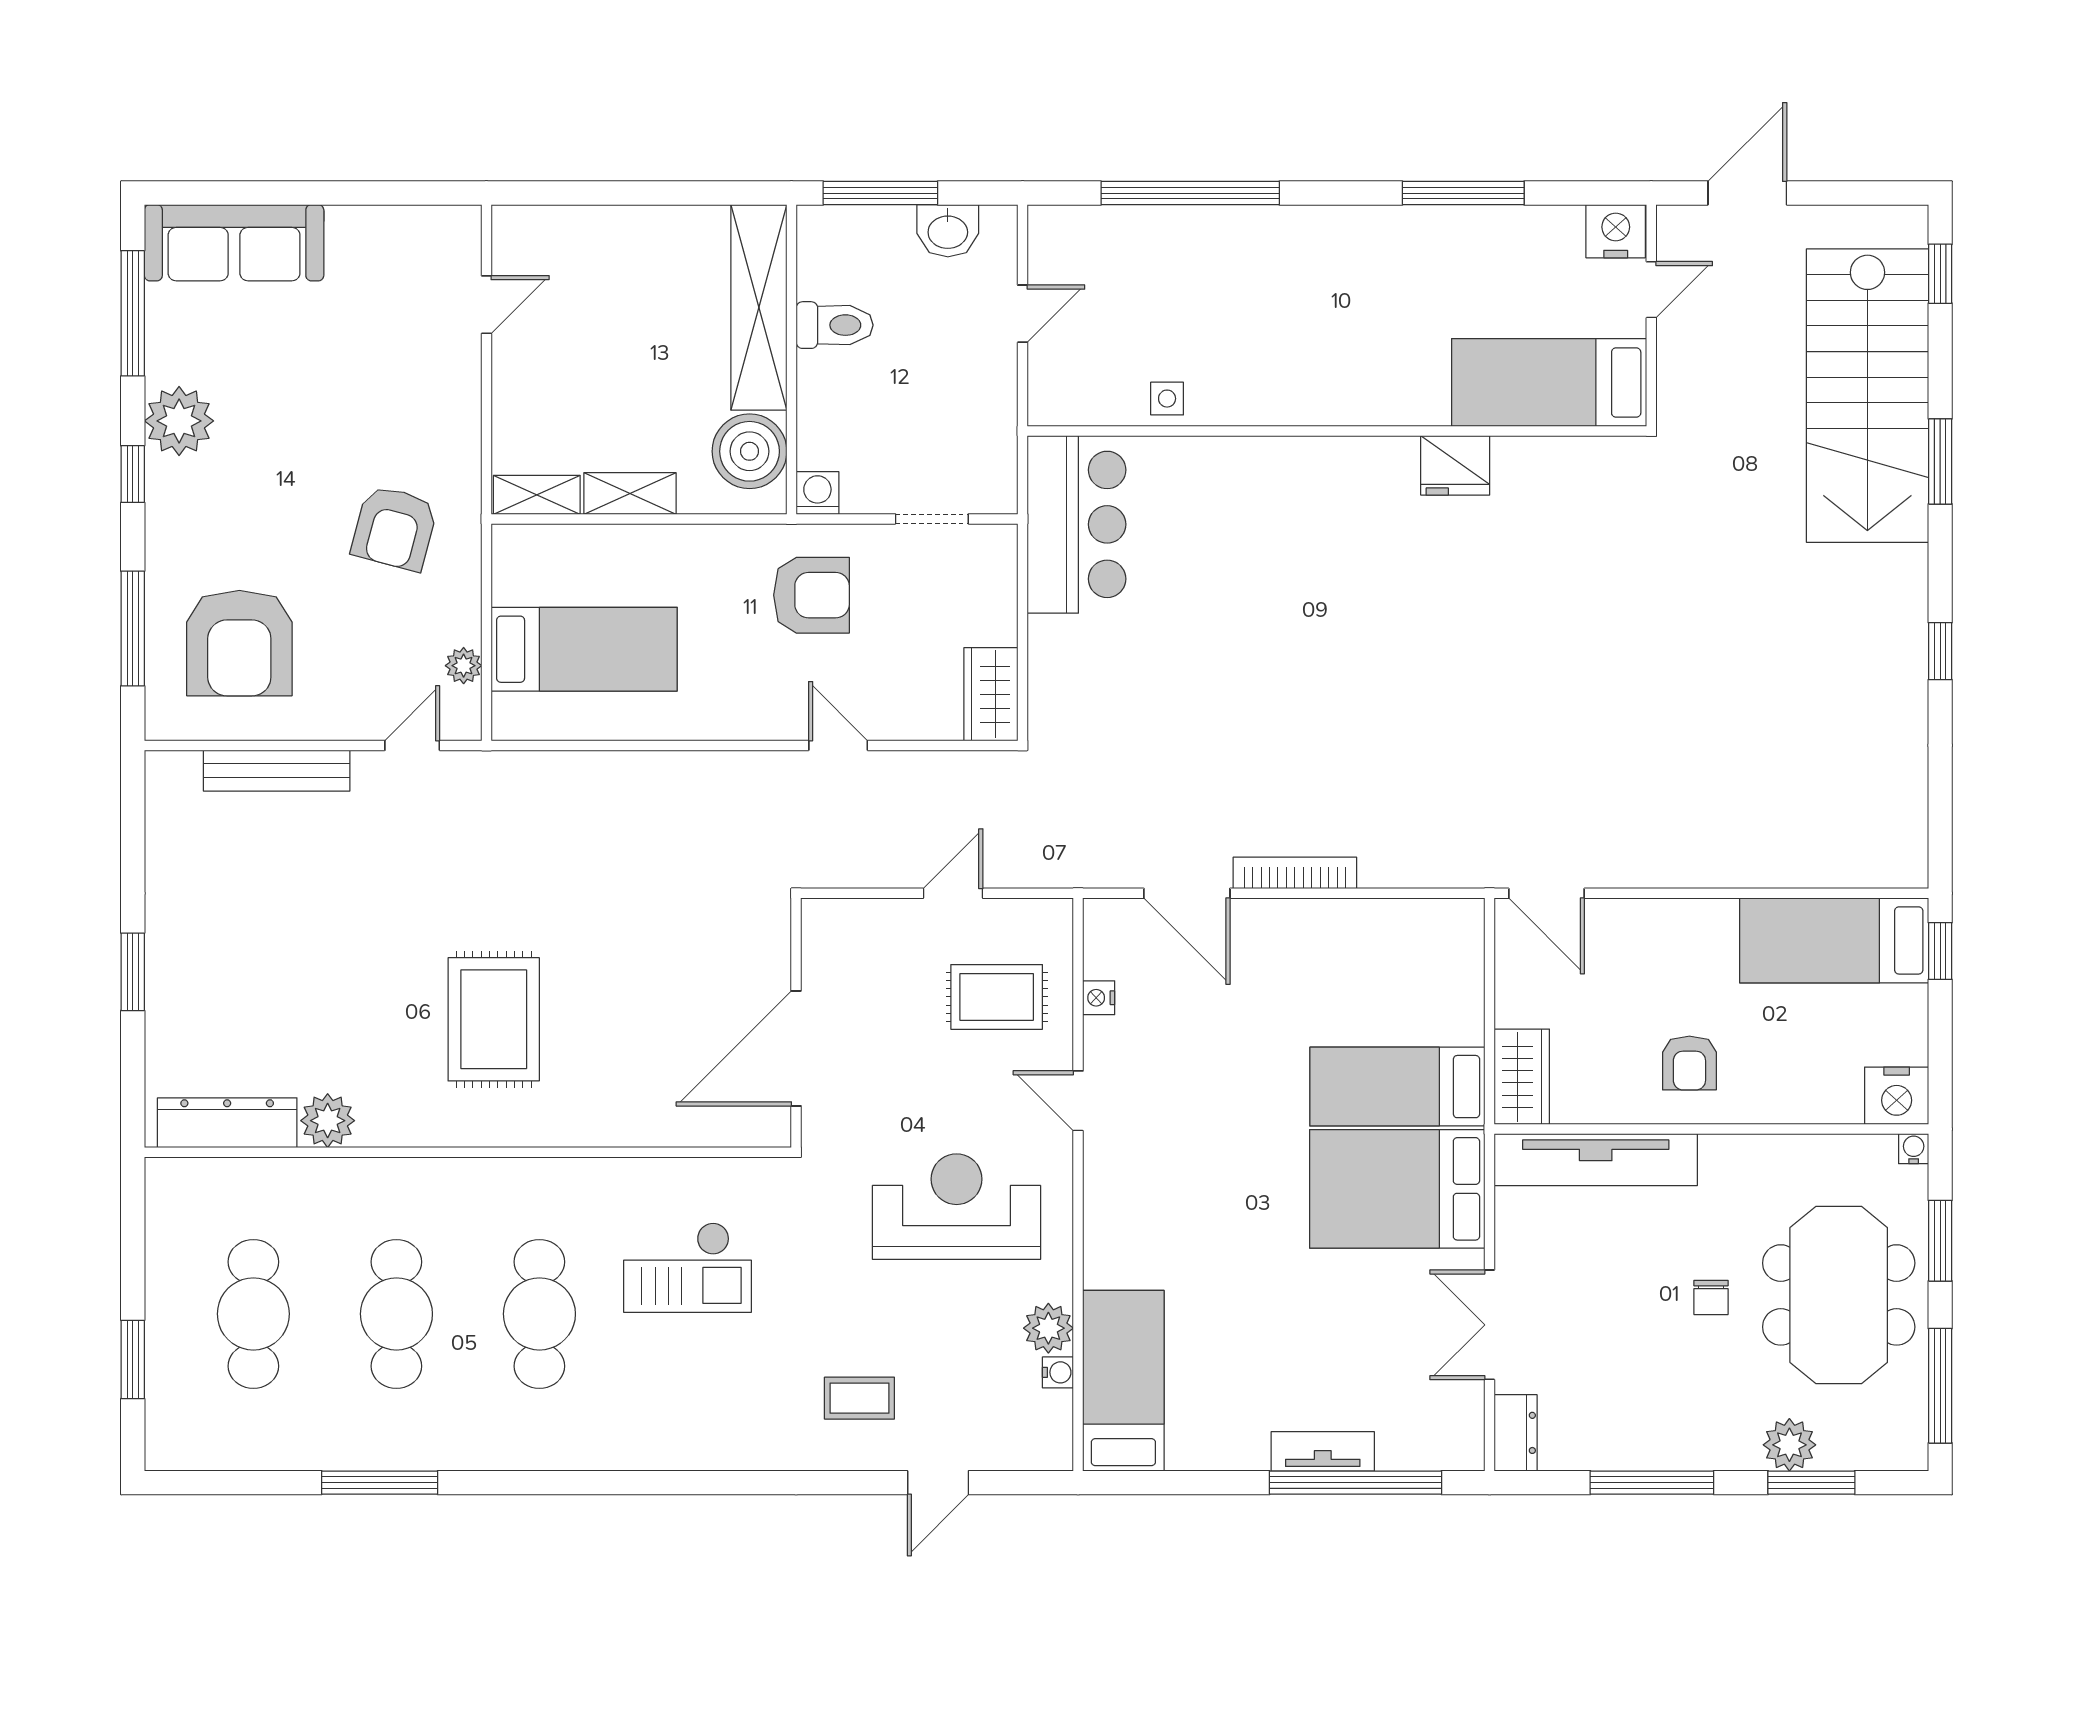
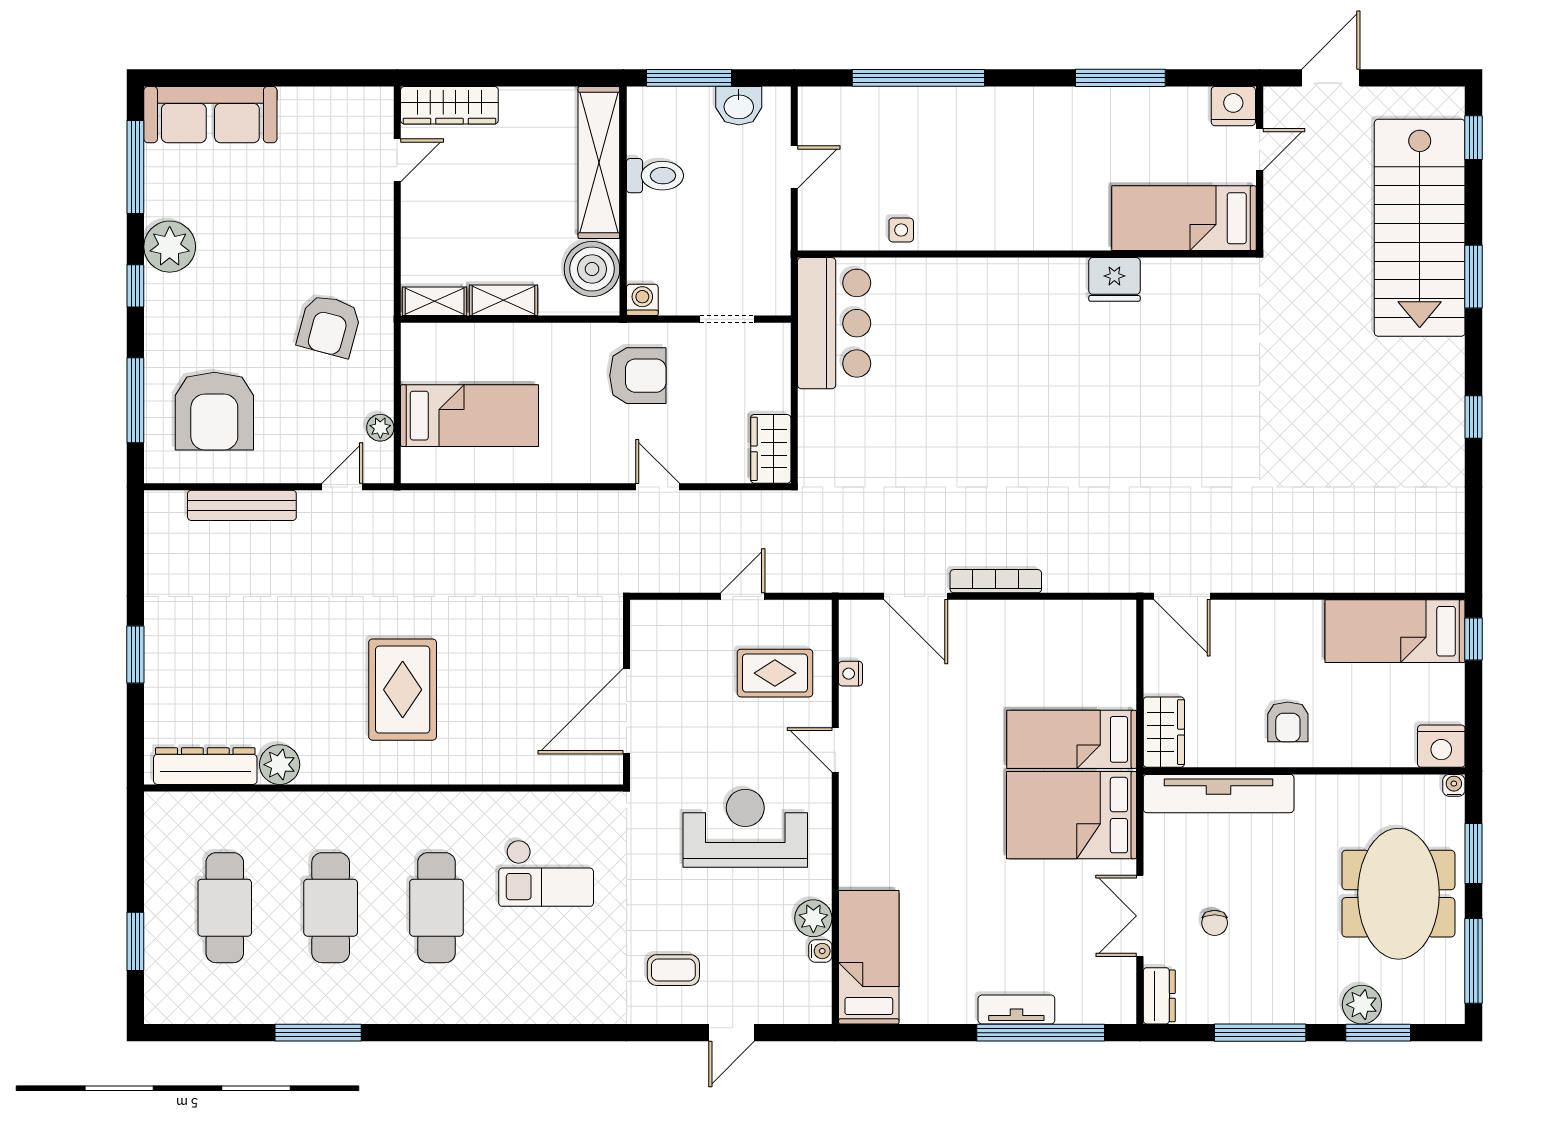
wardrobe: (557, 230) -> (449, 105), added
chair: (1711, 1297) -> (1215, 923), moved

